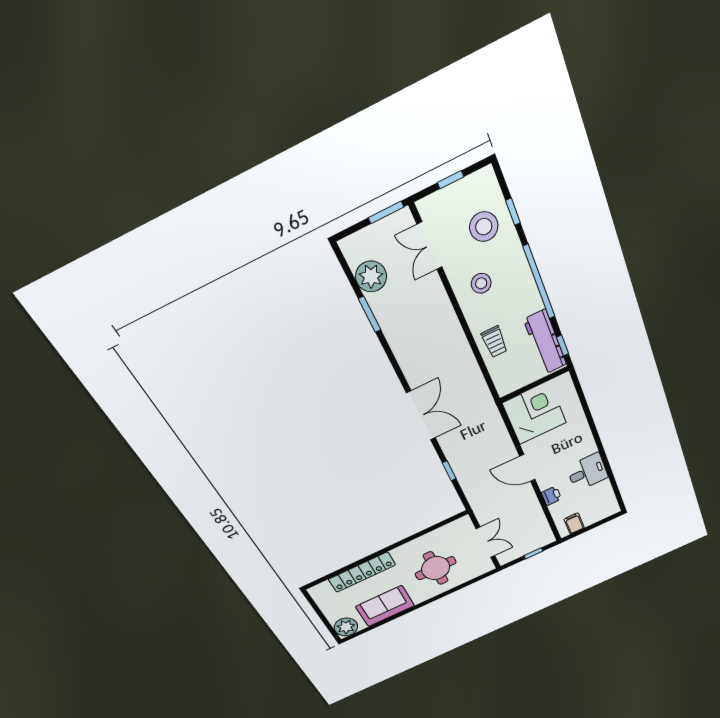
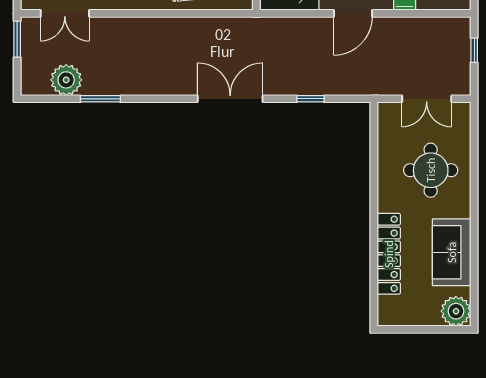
double door: (486, 542) -> (427, 99), swing flipped

